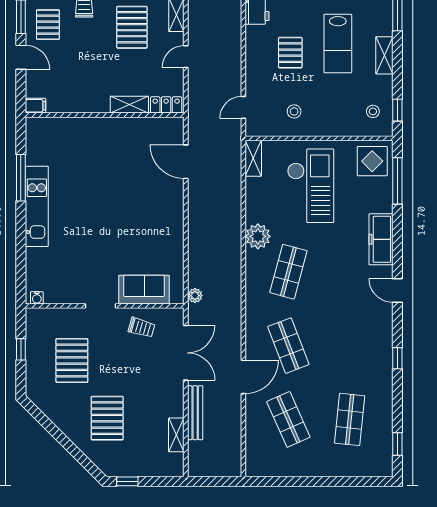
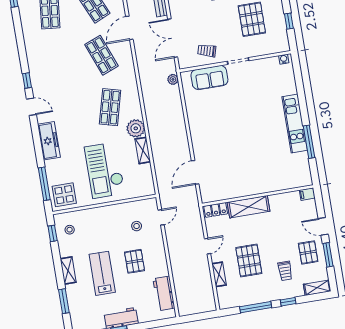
shelving: (129, 105) -> (248, 207), width x1.50, depth x1.33
stool: (294, 111) -> (137, 226), moved
shelving: (253, 158) -> (143, 150), moved
door: (186, 162) -> (195, 172), swing flipped
window: (397, 358) -> (27, 81), moved

